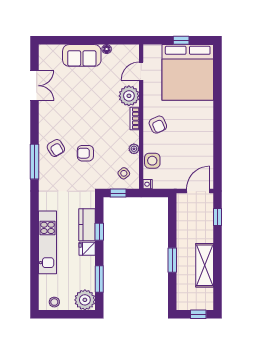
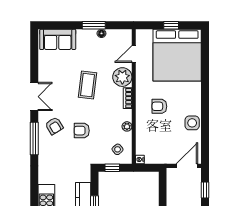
window: (98, 40) -> (94, 25), added
sofa: (82, 55) -> (58, 39), moved
double door: (34, 86) -> (34, 97), moved
coffee table: (92, 104) -> (87, 85), added
armchair: (158, 125) -> (159, 106), moved, turned 114
side table: (152, 161) -> (192, 123), moved

